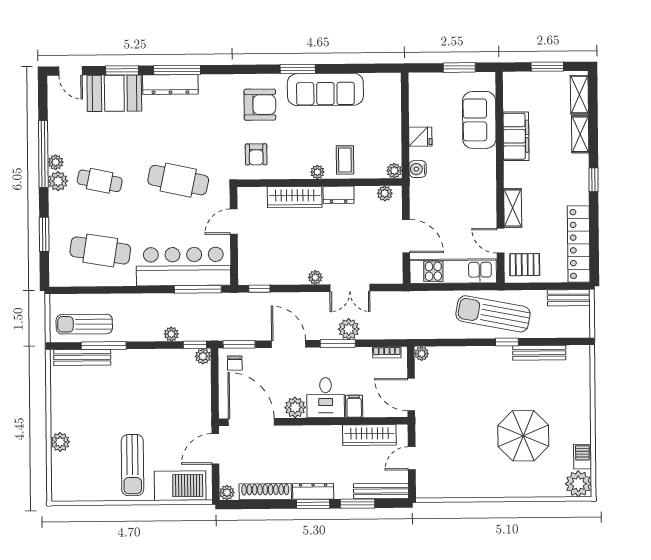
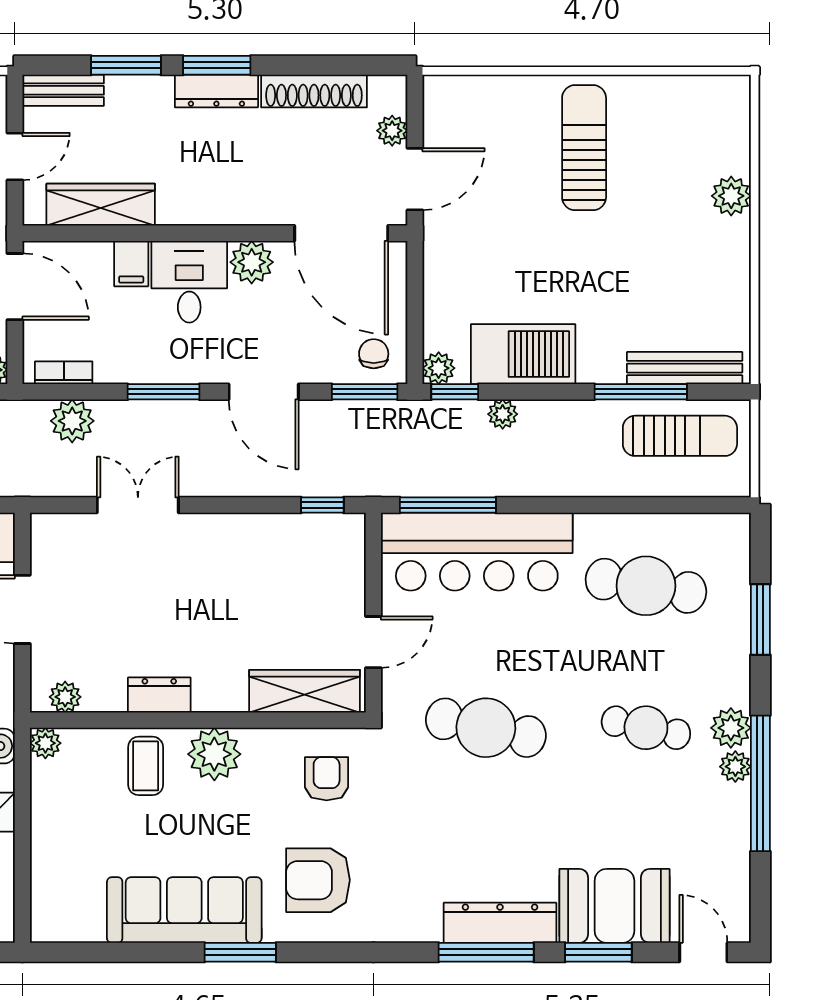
plant: (317, 172) -> (214, 754), width x1.88, depth x1.88
wardrobe: (295, 197) -> (305, 691), moved
plant: (315, 277) -> (208, 527), removed
plant: (349, 329) -> (72, 421), moved
barbecue: (180, 486) -> (523, 354), moved, turned 180
bench: (381, 491) -> (63, 90), width x0.73
plant: (227, 493) -> (392, 131), moved

